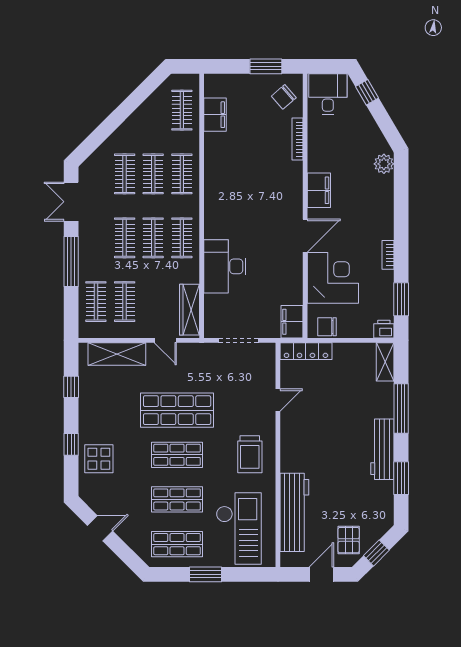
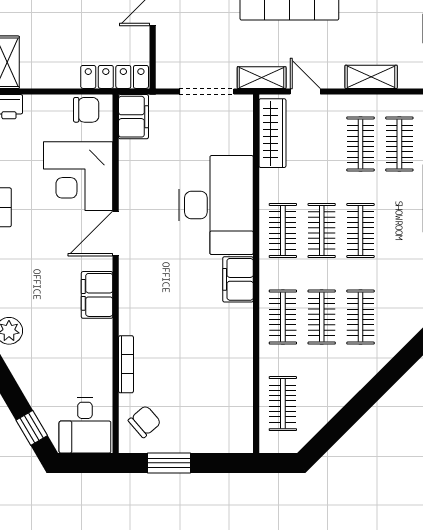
filing cabinet: (215, 115) -> (238, 279), moved
desk: (225, 266) -> (216, 205), width x1.36, depth x1.30
shelving: (198, 351) -> (262, 78), added
shelving: (117, 354) -> (371, 77), width x0.67, depth x0.75

